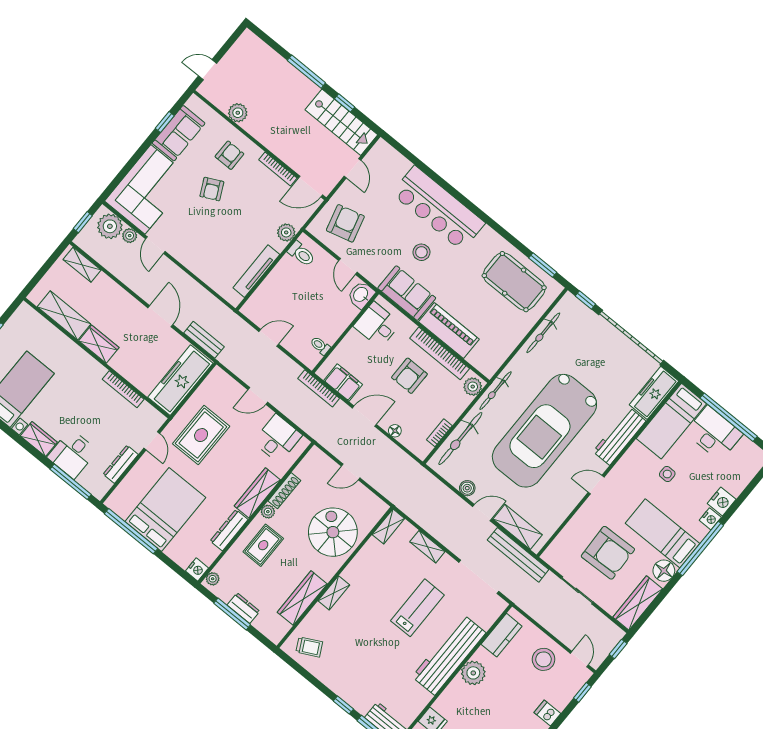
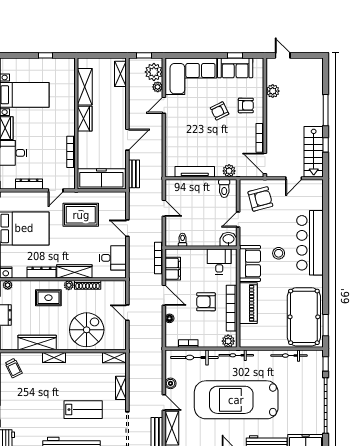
pool table: (514, 282) -> (304, 317), width x1.36, depth x1.32

